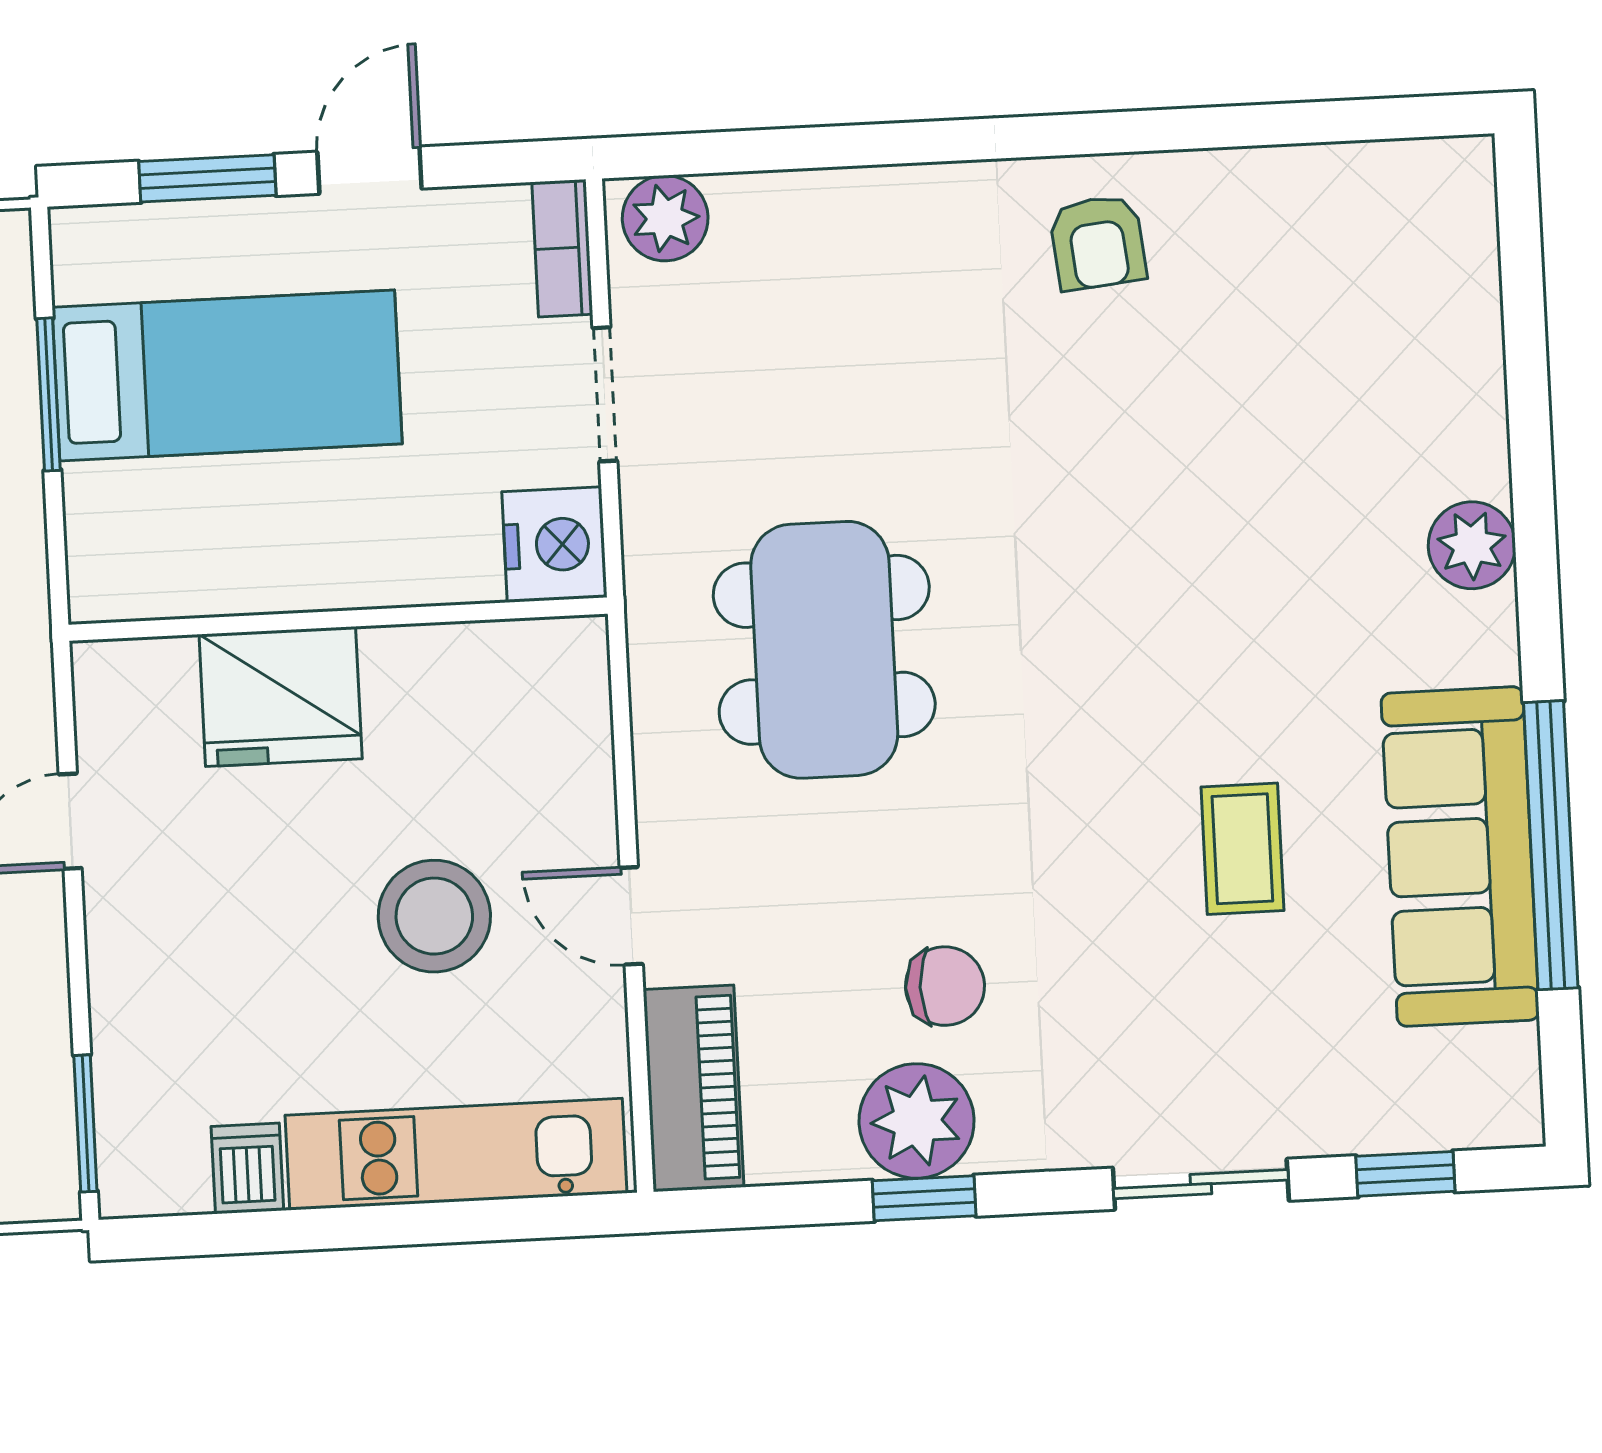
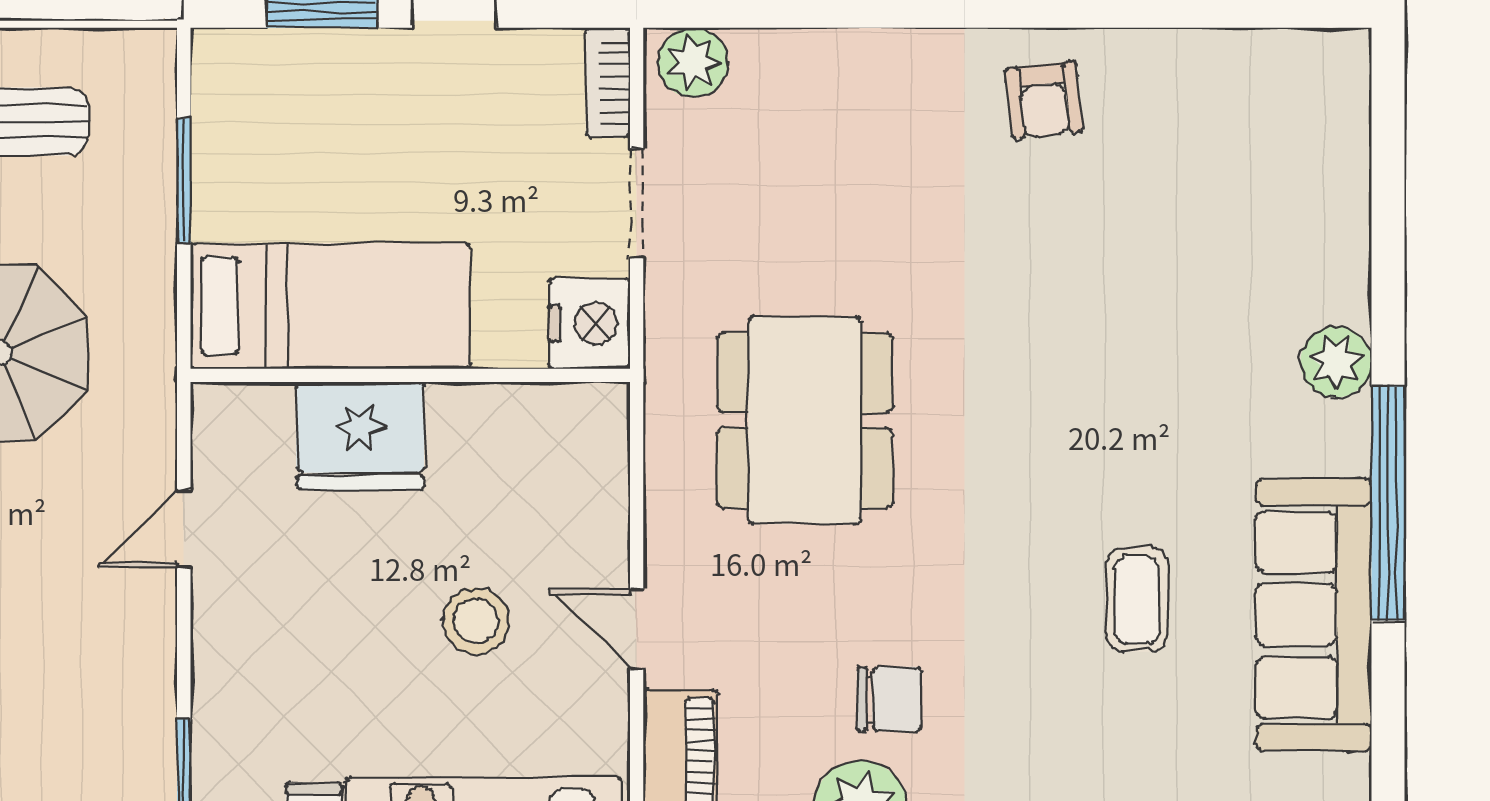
bed: (227, 375) -> (330, 306), moved
window: (1551, 845) -> (1388, 503), moved
stool: (434, 916) -> (476, 621), width x0.73, depth x0.73

